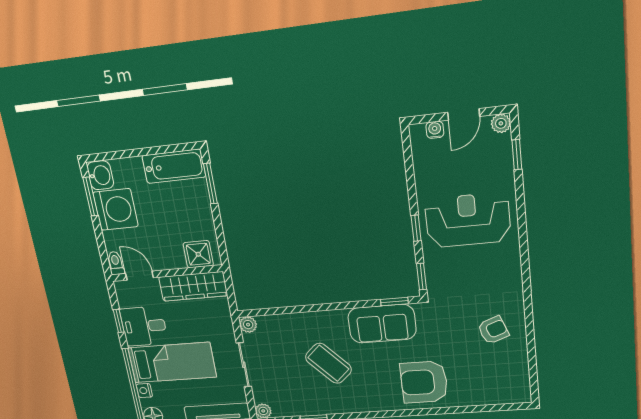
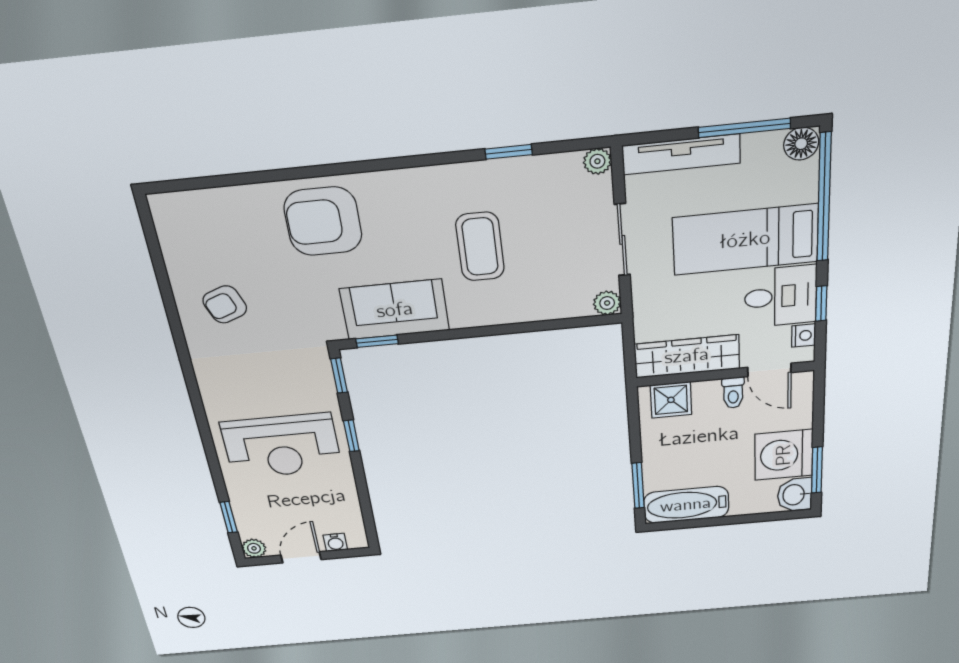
toilet: (116, 263) -> (733, 393), moved
coffee table: (328, 363) -> (480, 247), turned 43
armchair: (424, 382) -> (323, 221), turned 180
nightstand: (144, 391) -> (804, 336), moved

